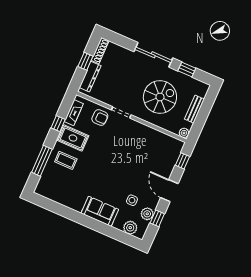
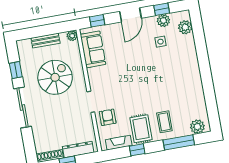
spiral stairs: (160, 97) -> (55, 77), turned 90
plant: (44, 184) -> (197, 127), added
sofa: (100, 211) -> (93, 49), moved, turned 180

